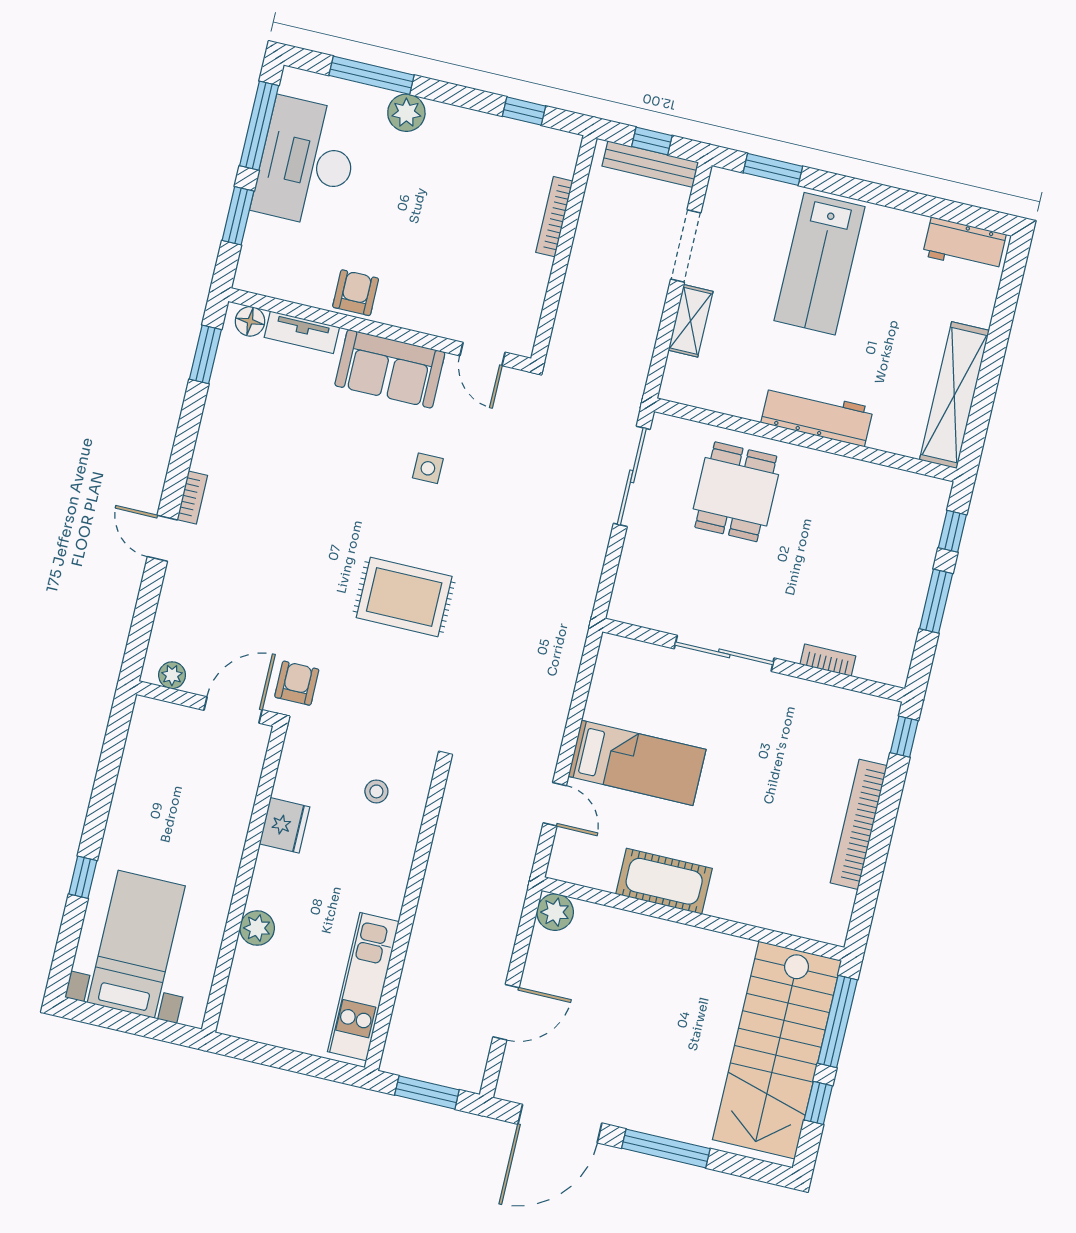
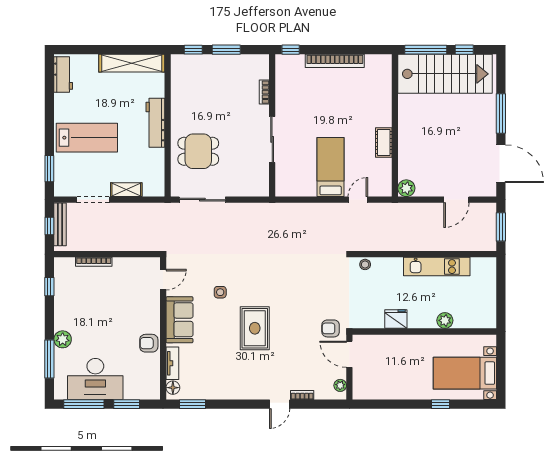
bookcase: (192, 497) -> (302, 395), moved
rug: (404, 597) -> (255, 328), moved
stool: (376, 791) -> (365, 264), moved
cot: (664, 881) -> (384, 142), width x0.73, depth x0.75
kitchen unit: (363, 987) -> (437, 267), moved
door: (506, 1012) -> (456, 200), swing flipped

